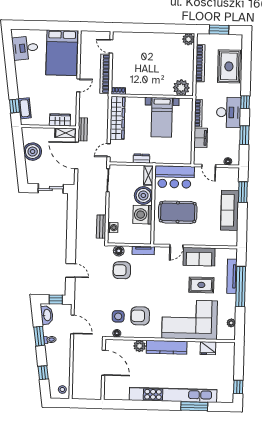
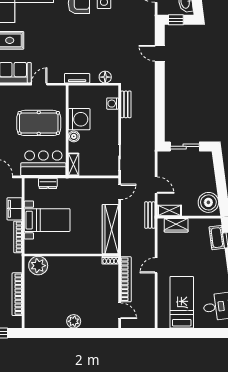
plant: (188, 39) -> (74, 321), moved
bed: (62, 53) -> (182, 302), width x0.67
bed with nightstands: (162, 117) -> (47, 220), moved, turned 90
boiler: (33, 152) -> (208, 202), moved
door: (77, 155) -> (156, 185), width x0.53
dresser: (141, 159) -> (48, 183), moved
boiler: (143, 195) -> (74, 136), width x0.54, depth x0.54
armchair: (122, 270) -> (101, 55), removed

